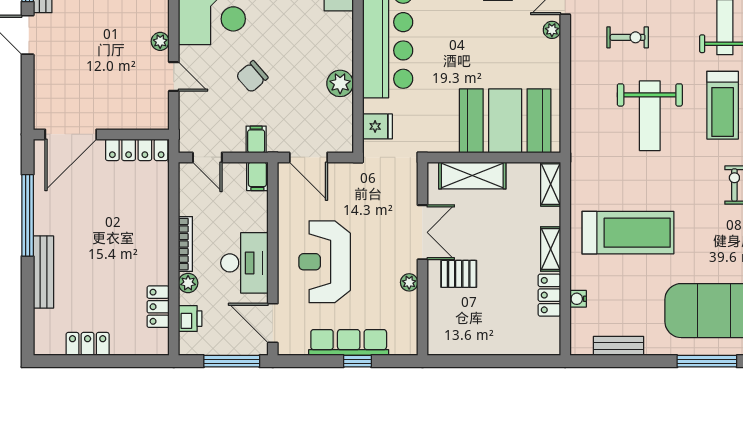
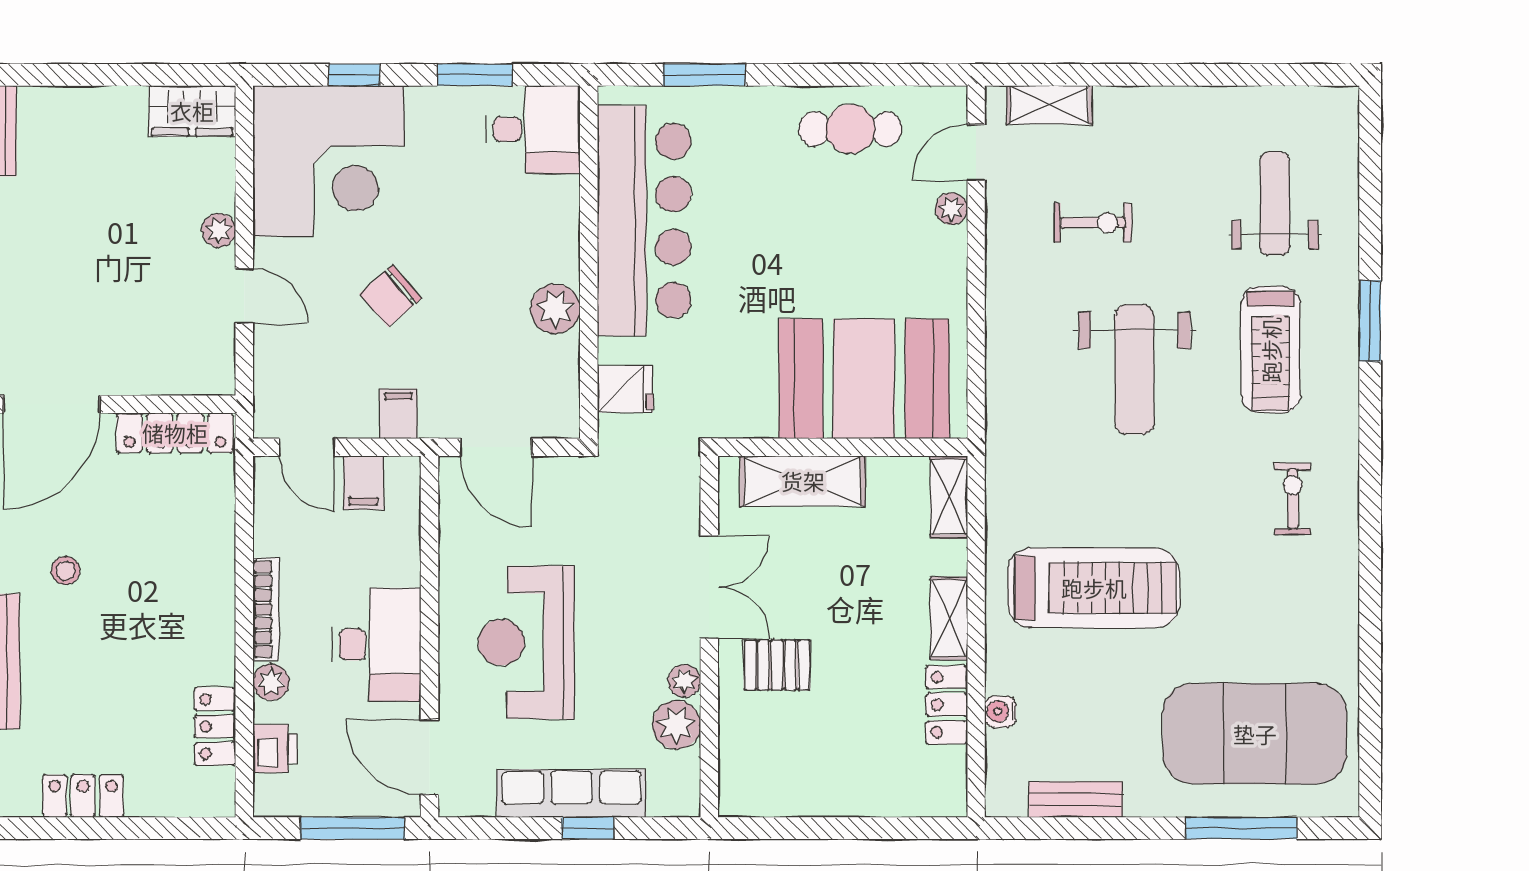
filing cabinet: (257, 176) -> (363, 483), moved
stool: (78, 223) -> (66, 571), added
plant: (405, 306) -> (676, 725), added

